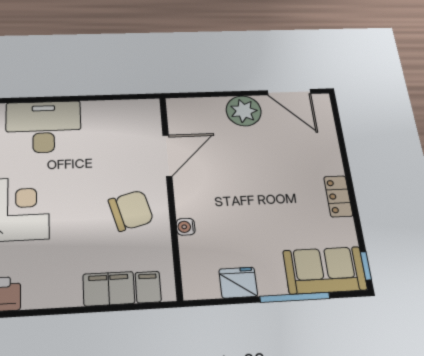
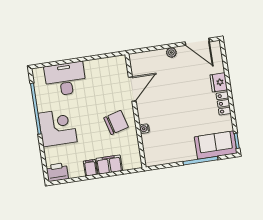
plant: (244, 111) -> (171, 52), width x0.53, depth x0.53
fridge: (238, 283) -> (219, 82), moved, turned -90
filing cabinet: (148, 287) -> (90, 168), moved

